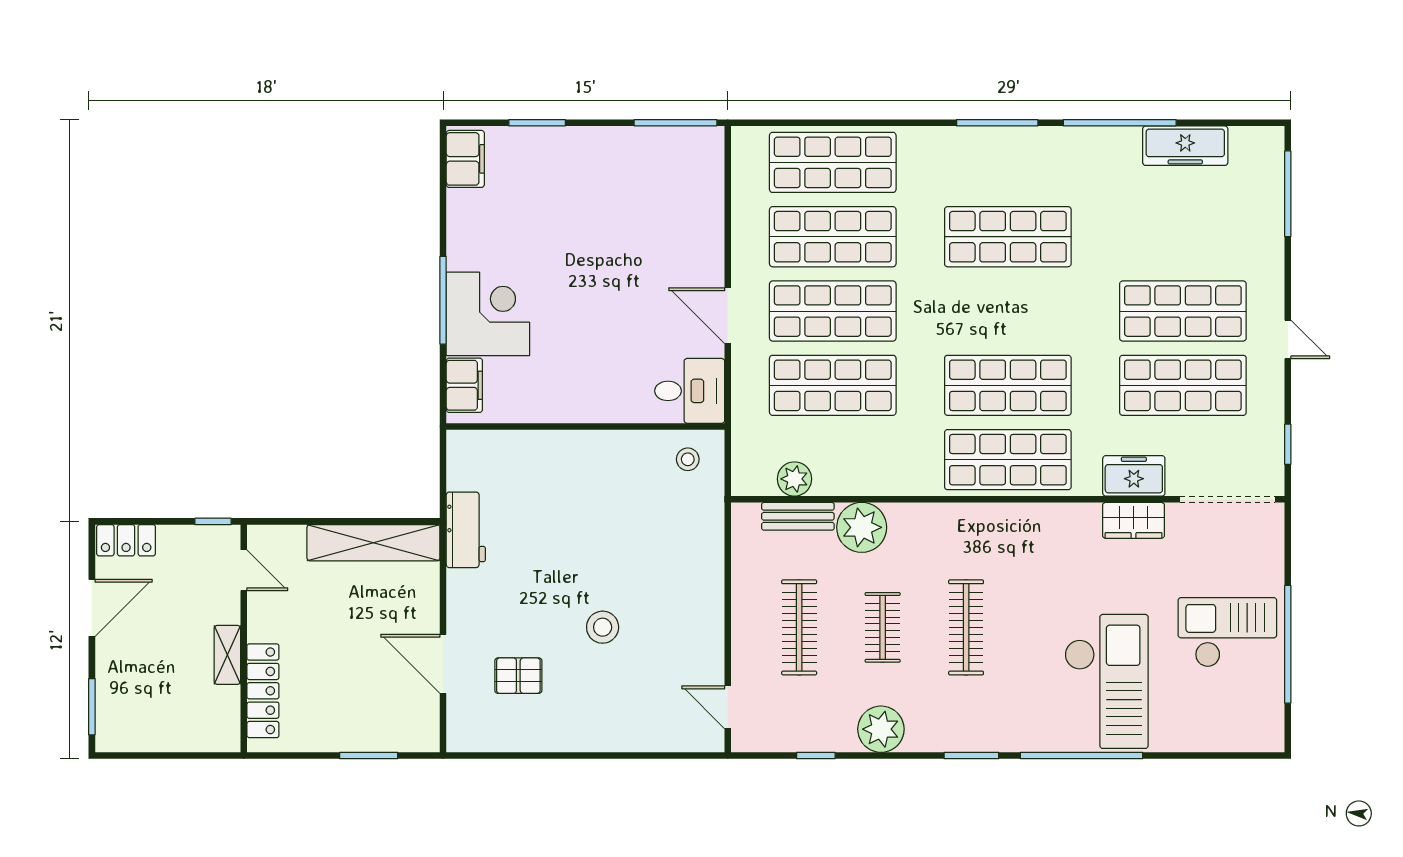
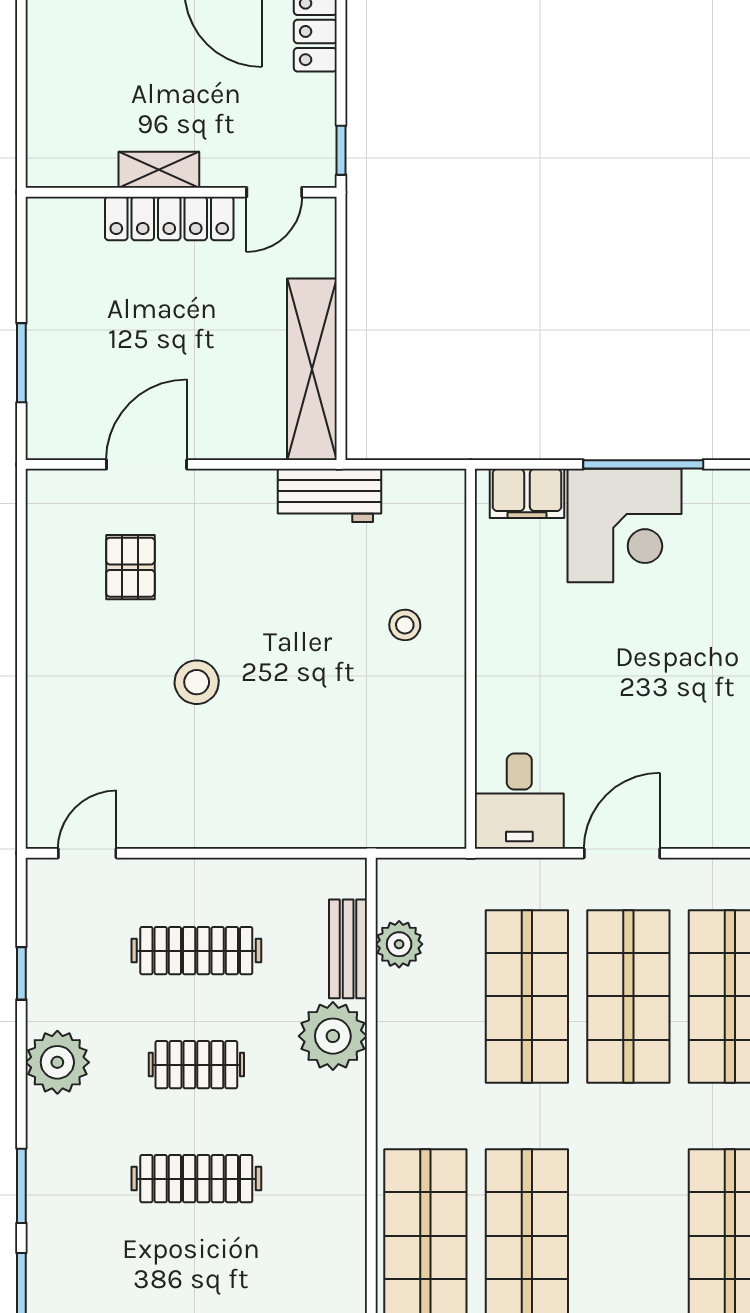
stool: (688, 459) -> (405, 625), moved
locker: (263, 691) -> (169, 218), moved

